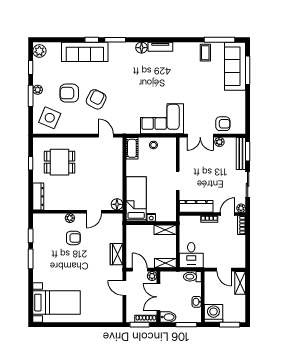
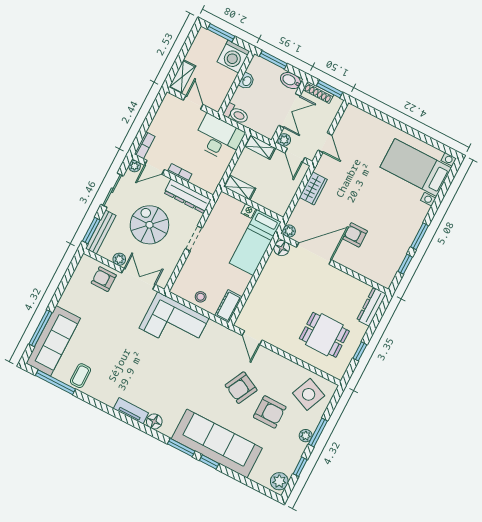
sofa: (85, 52) -> (217, 443), width x1.36, depth x1.27
spiral stairs: (211, 175) -> (149, 225), added
door: (94, 212) -> (314, 254), width x1.87
plant: (70, 218) -> (289, 231), moved
desk: (191, 255) -> (219, 138), width x1.37

